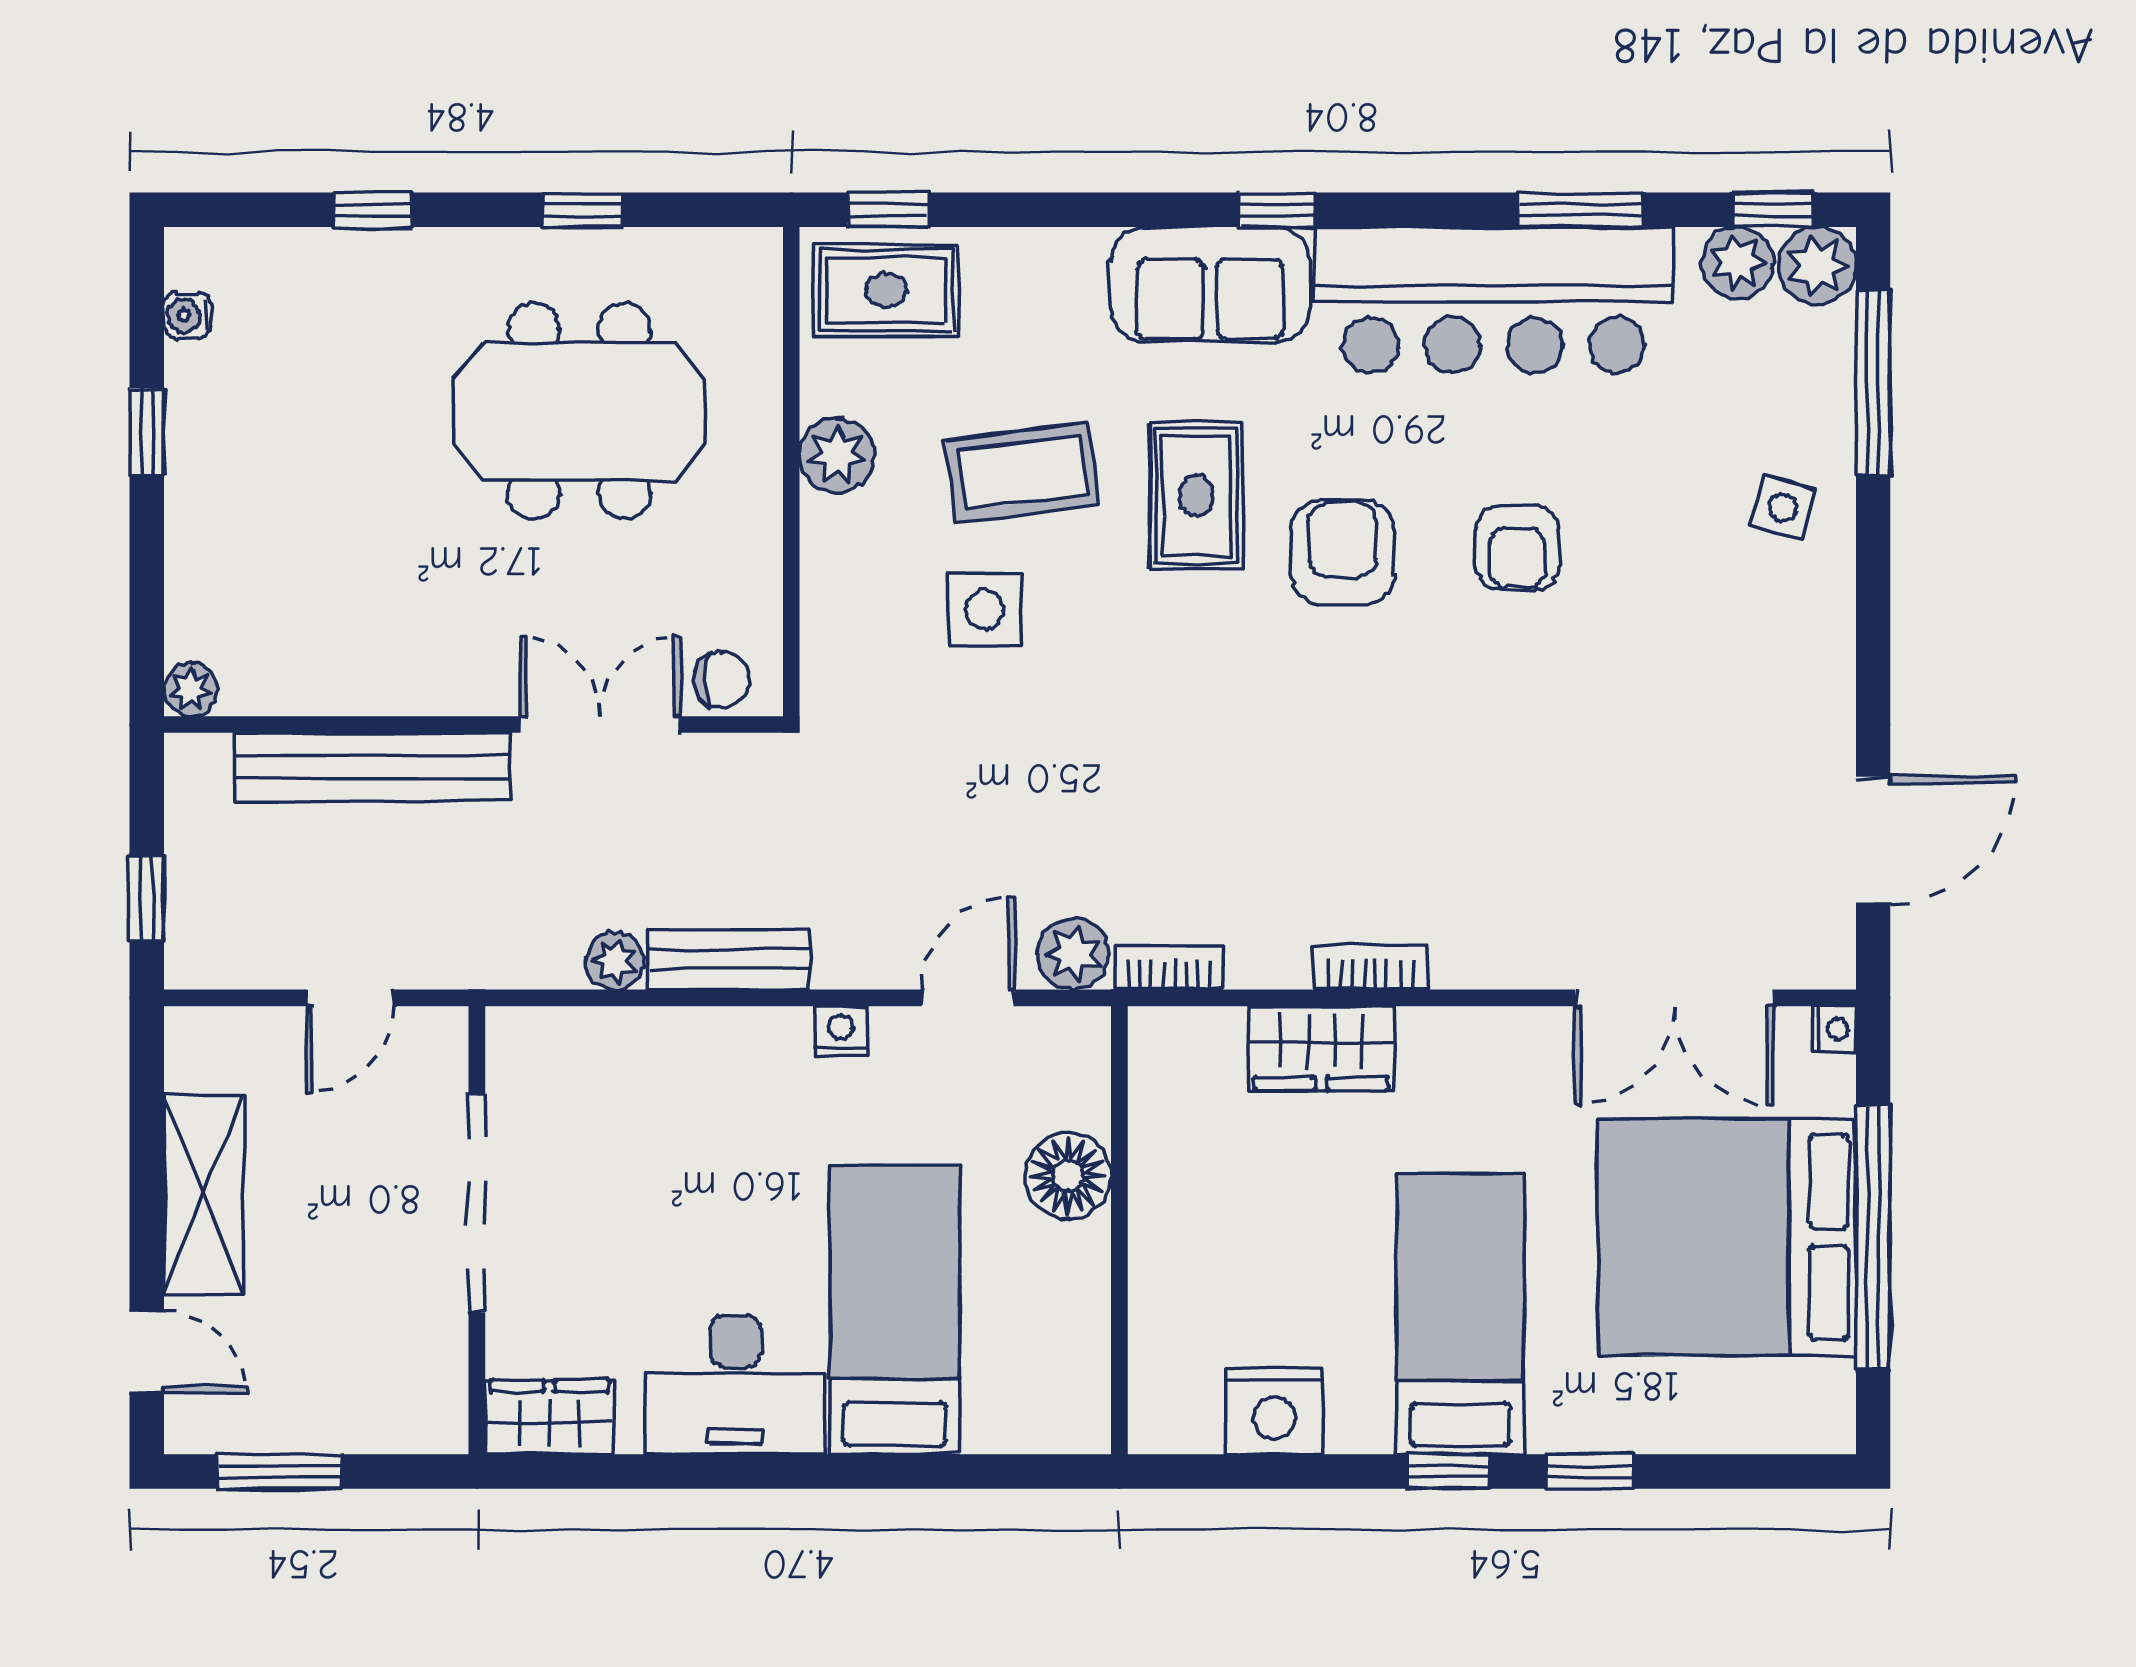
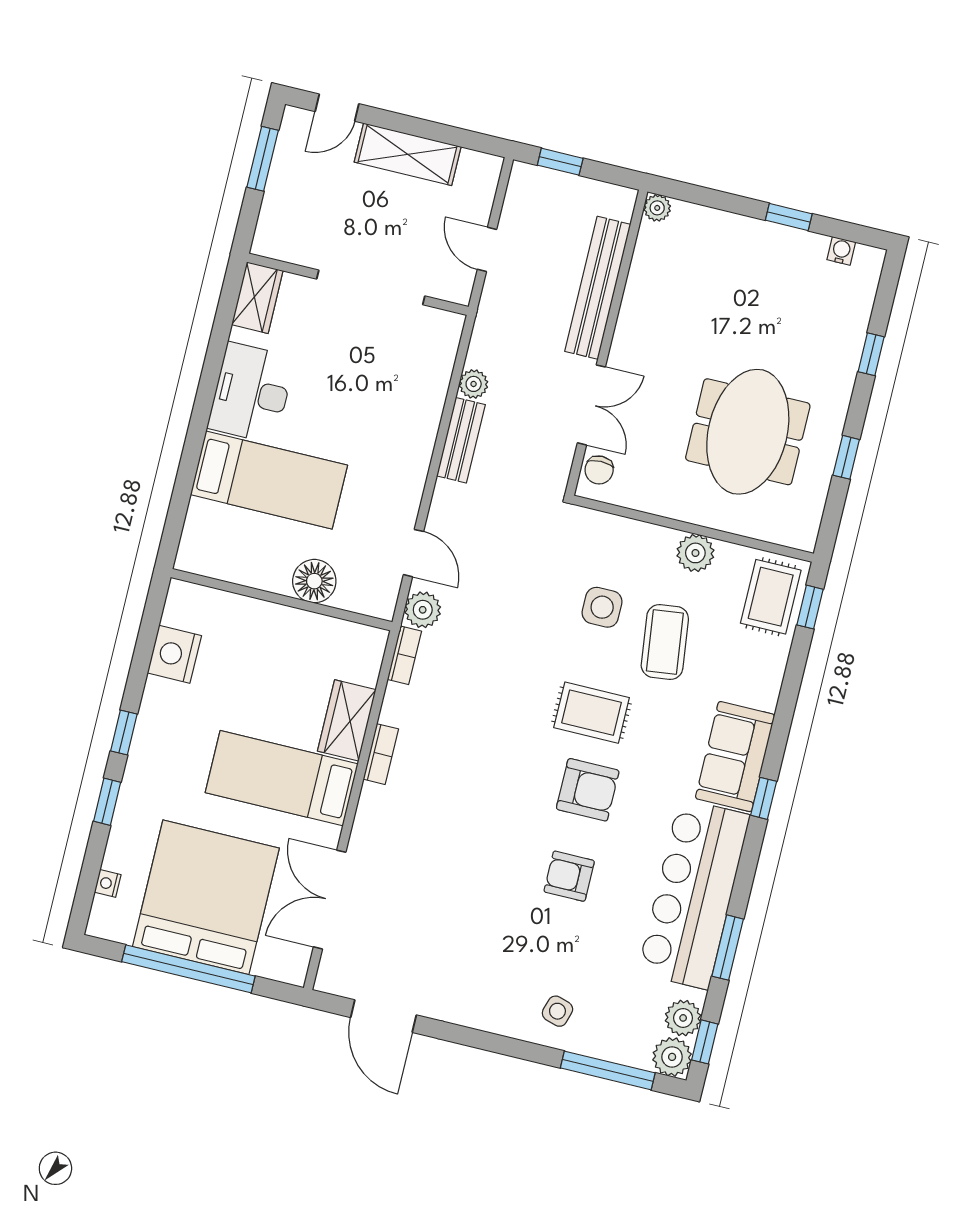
rug: (1196, 495) -> (592, 713), moved
nightstand: (1834, 1029) -> (108, 883), moved, turned 90
nightstand: (841, 1031) -> (412, 487), removed
bed: (1460, 1314) -> (282, 778), moved, turned 180

